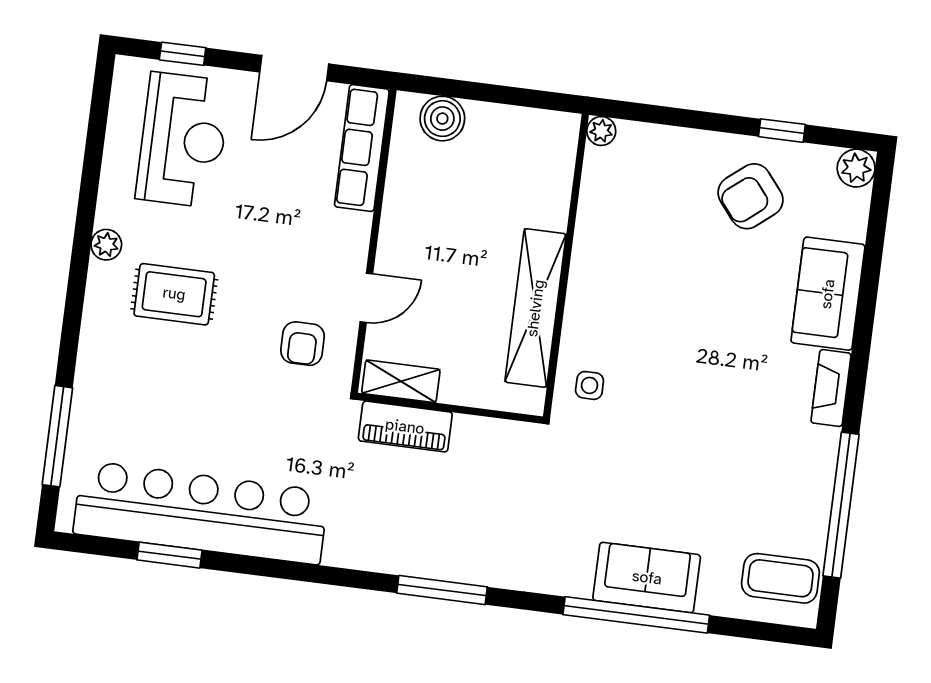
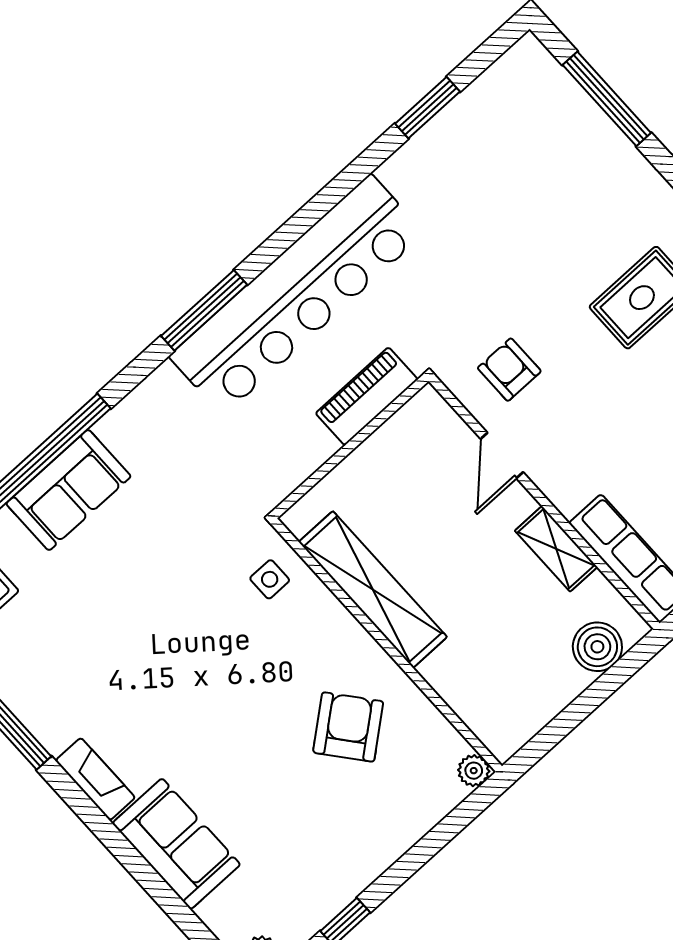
armchair: (750, 196) -> (348, 727), moved
shelving: (401, 381) -> (556, 549), moved, turned 90
bar counter: (201, 512) -> (297, 295), moved

